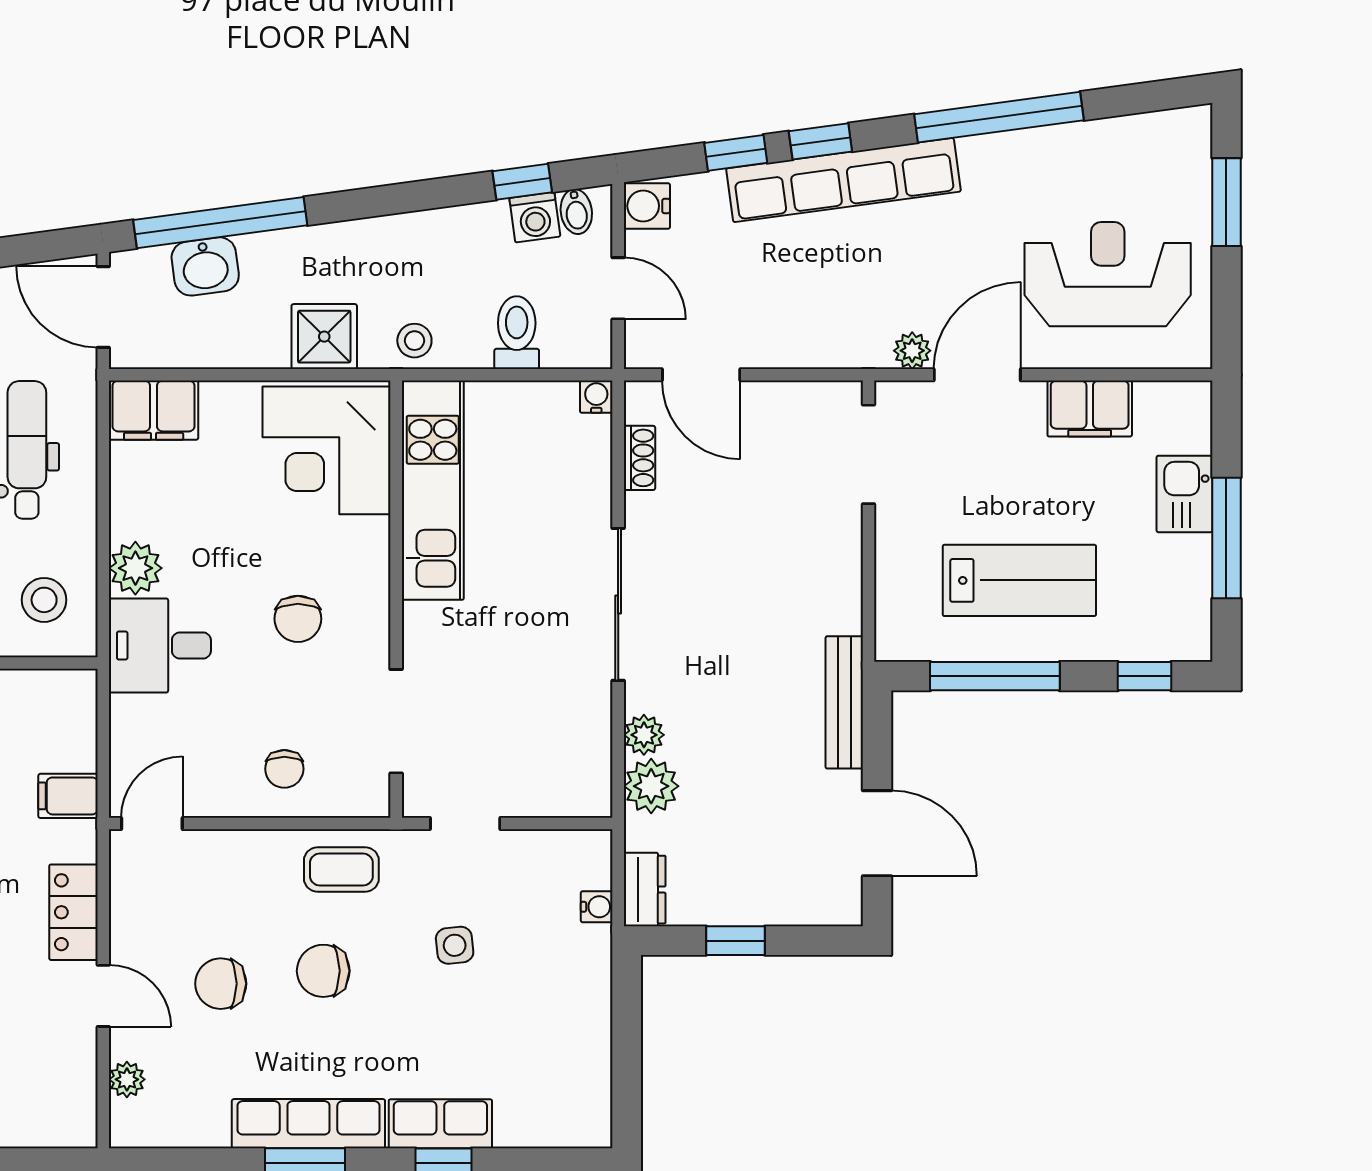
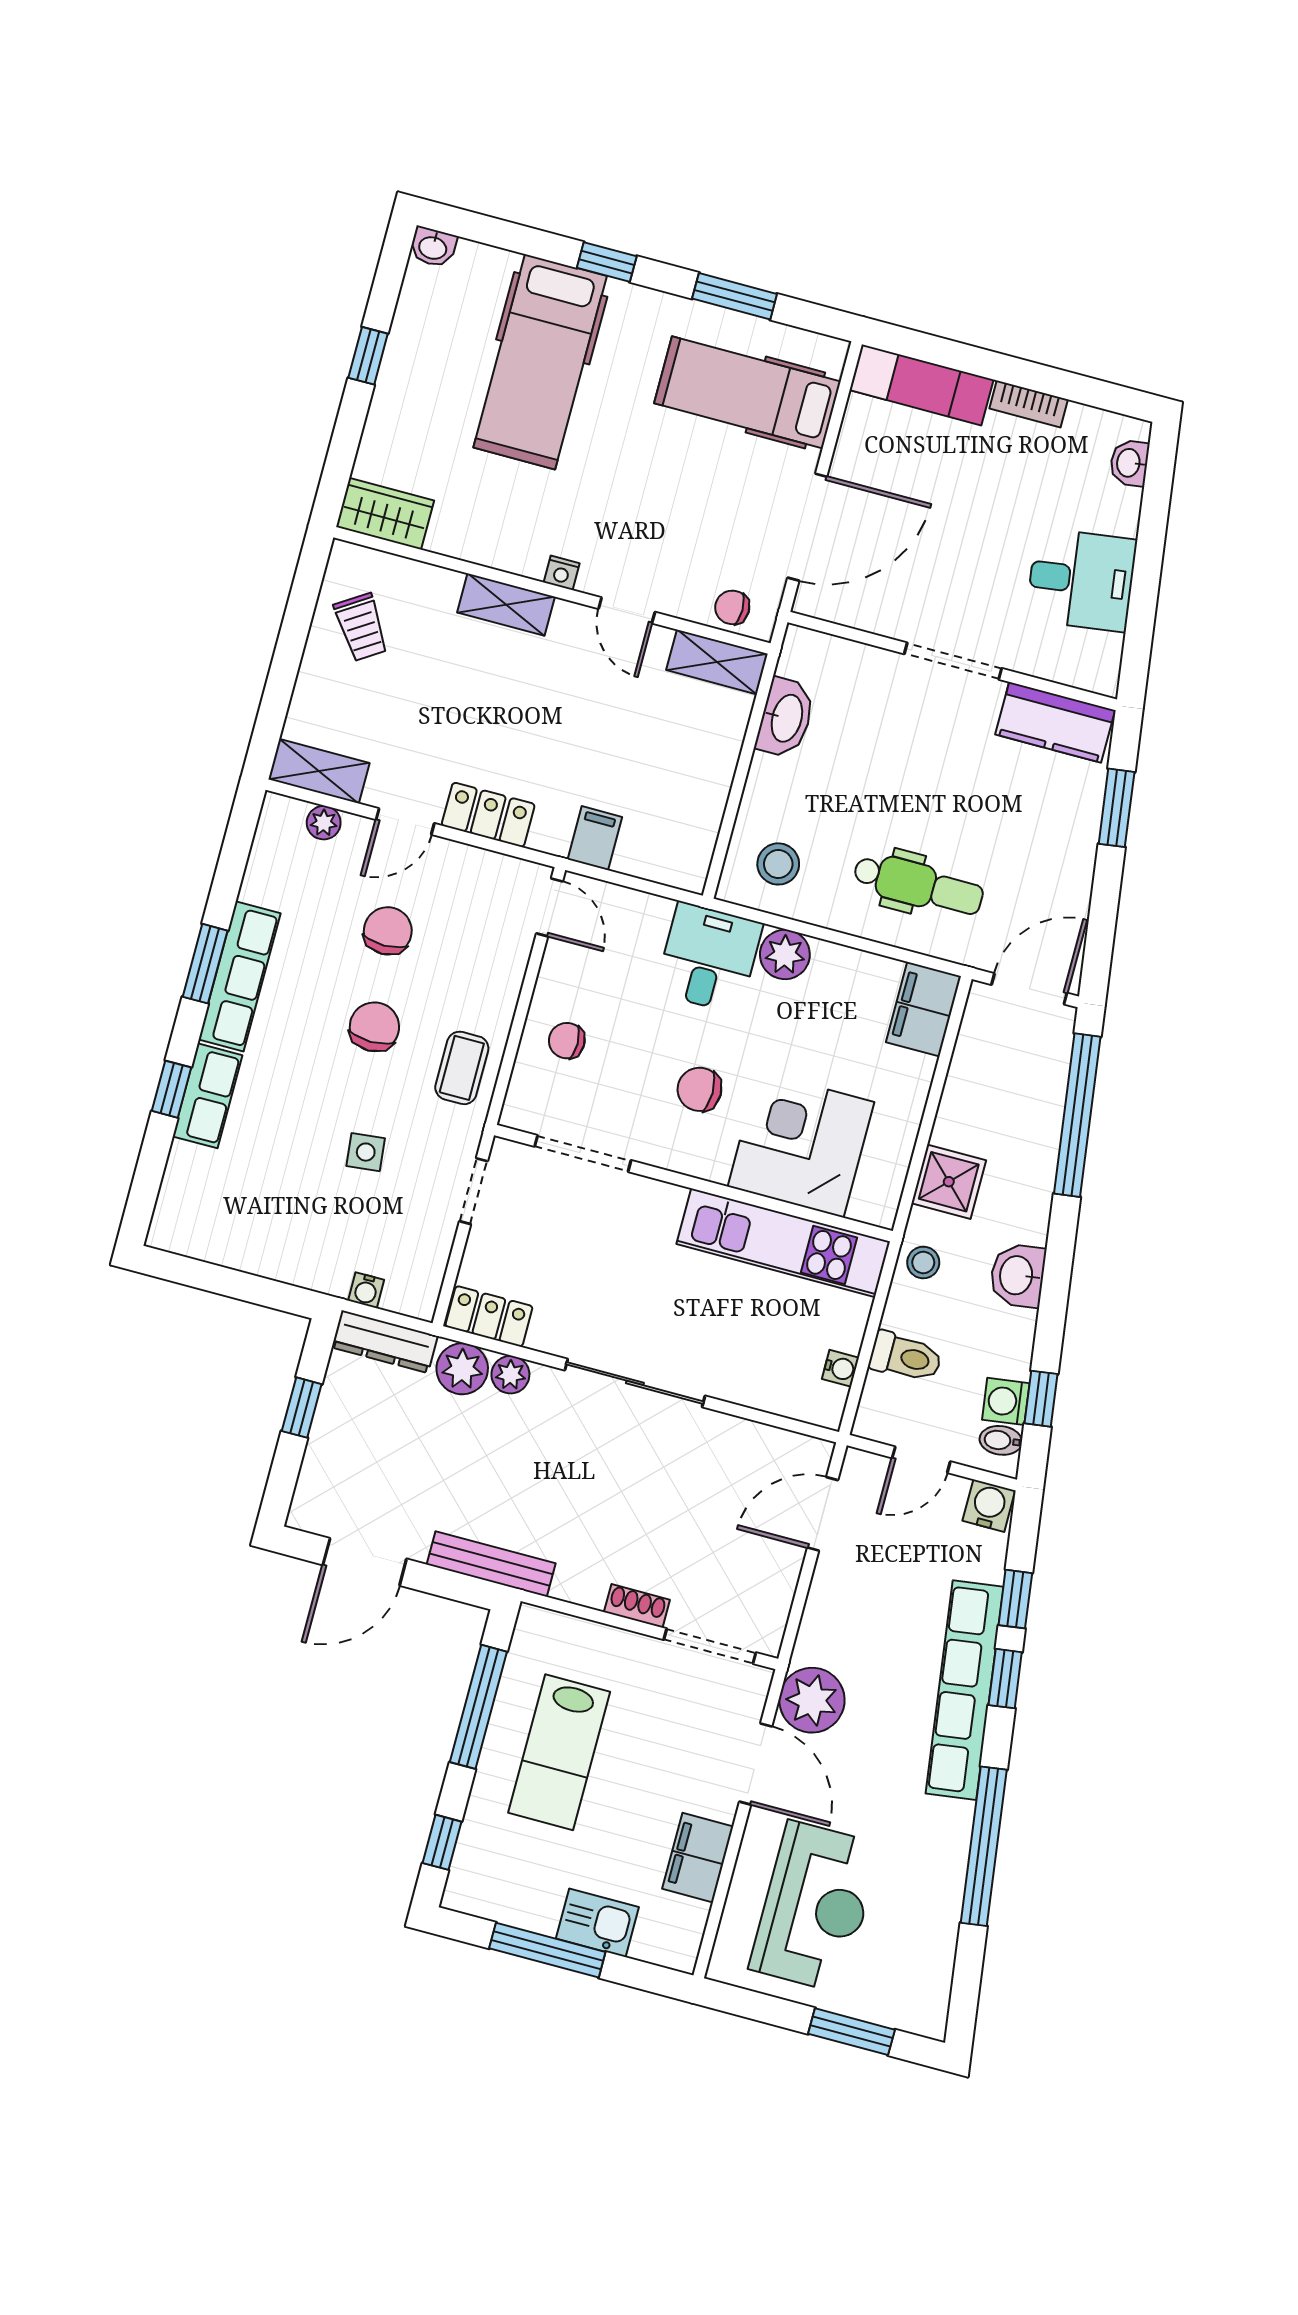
washbasin: (205, 266) -> (1018, 1275), moved
plant: (912, 351) -> (812, 1700), width x1.88, depth x1.88
water cooler: (596, 397) -> (840, 1368), moved
corner desk: (327, 450) -> (801, 1144), moved
shoe rack: (639, 458) -> (637, 1606), moved, turned 180
locker: (590, 773) -> (489, 1316), added
dresser: (645, 890) -> (385, 1342), width x1.44
shelving: (75, 1099) -> (319, 771), added

